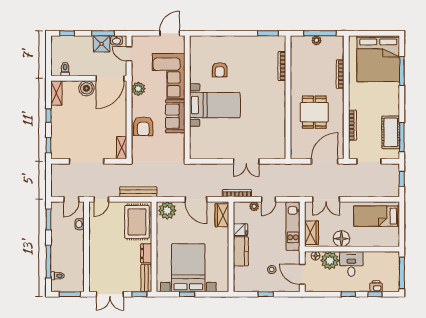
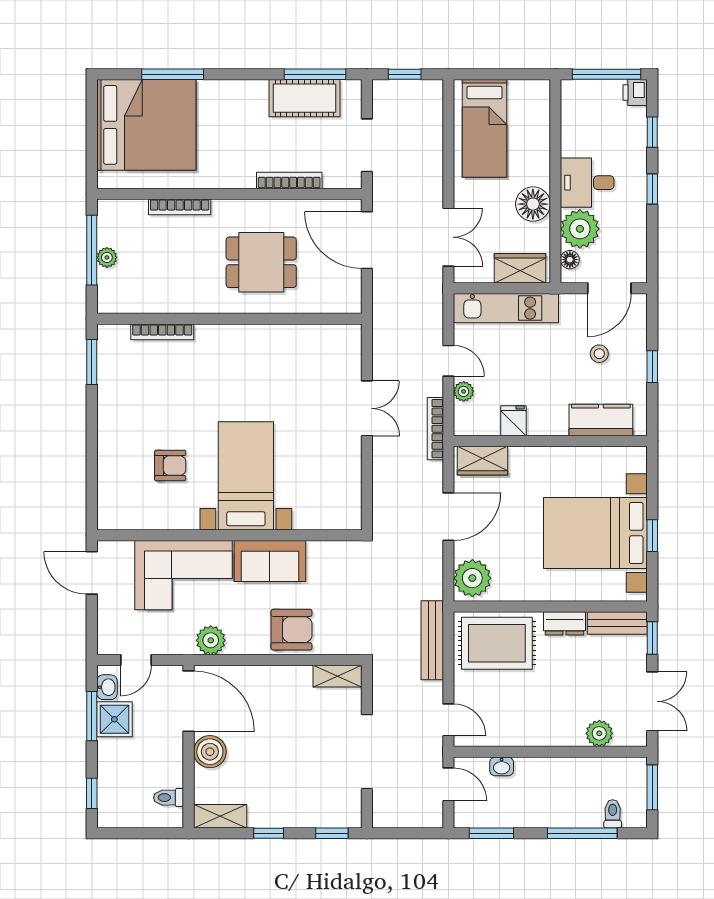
kitchen counter: (241, 251) -> (601, 420), moved
plant: (95, 270) -> (599, 733), added
printer: (376, 286) -> (635, 92), moved

